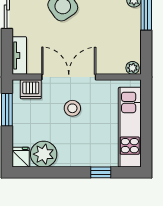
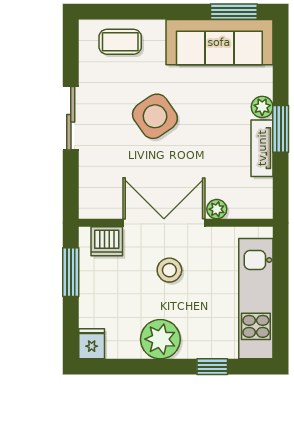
tv unit: (19, 56) -> (262, 148), moved, turned 180
plant: (132, 68) -> (217, 209), moved
plant: (44, 154) -> (160, 339), moved

